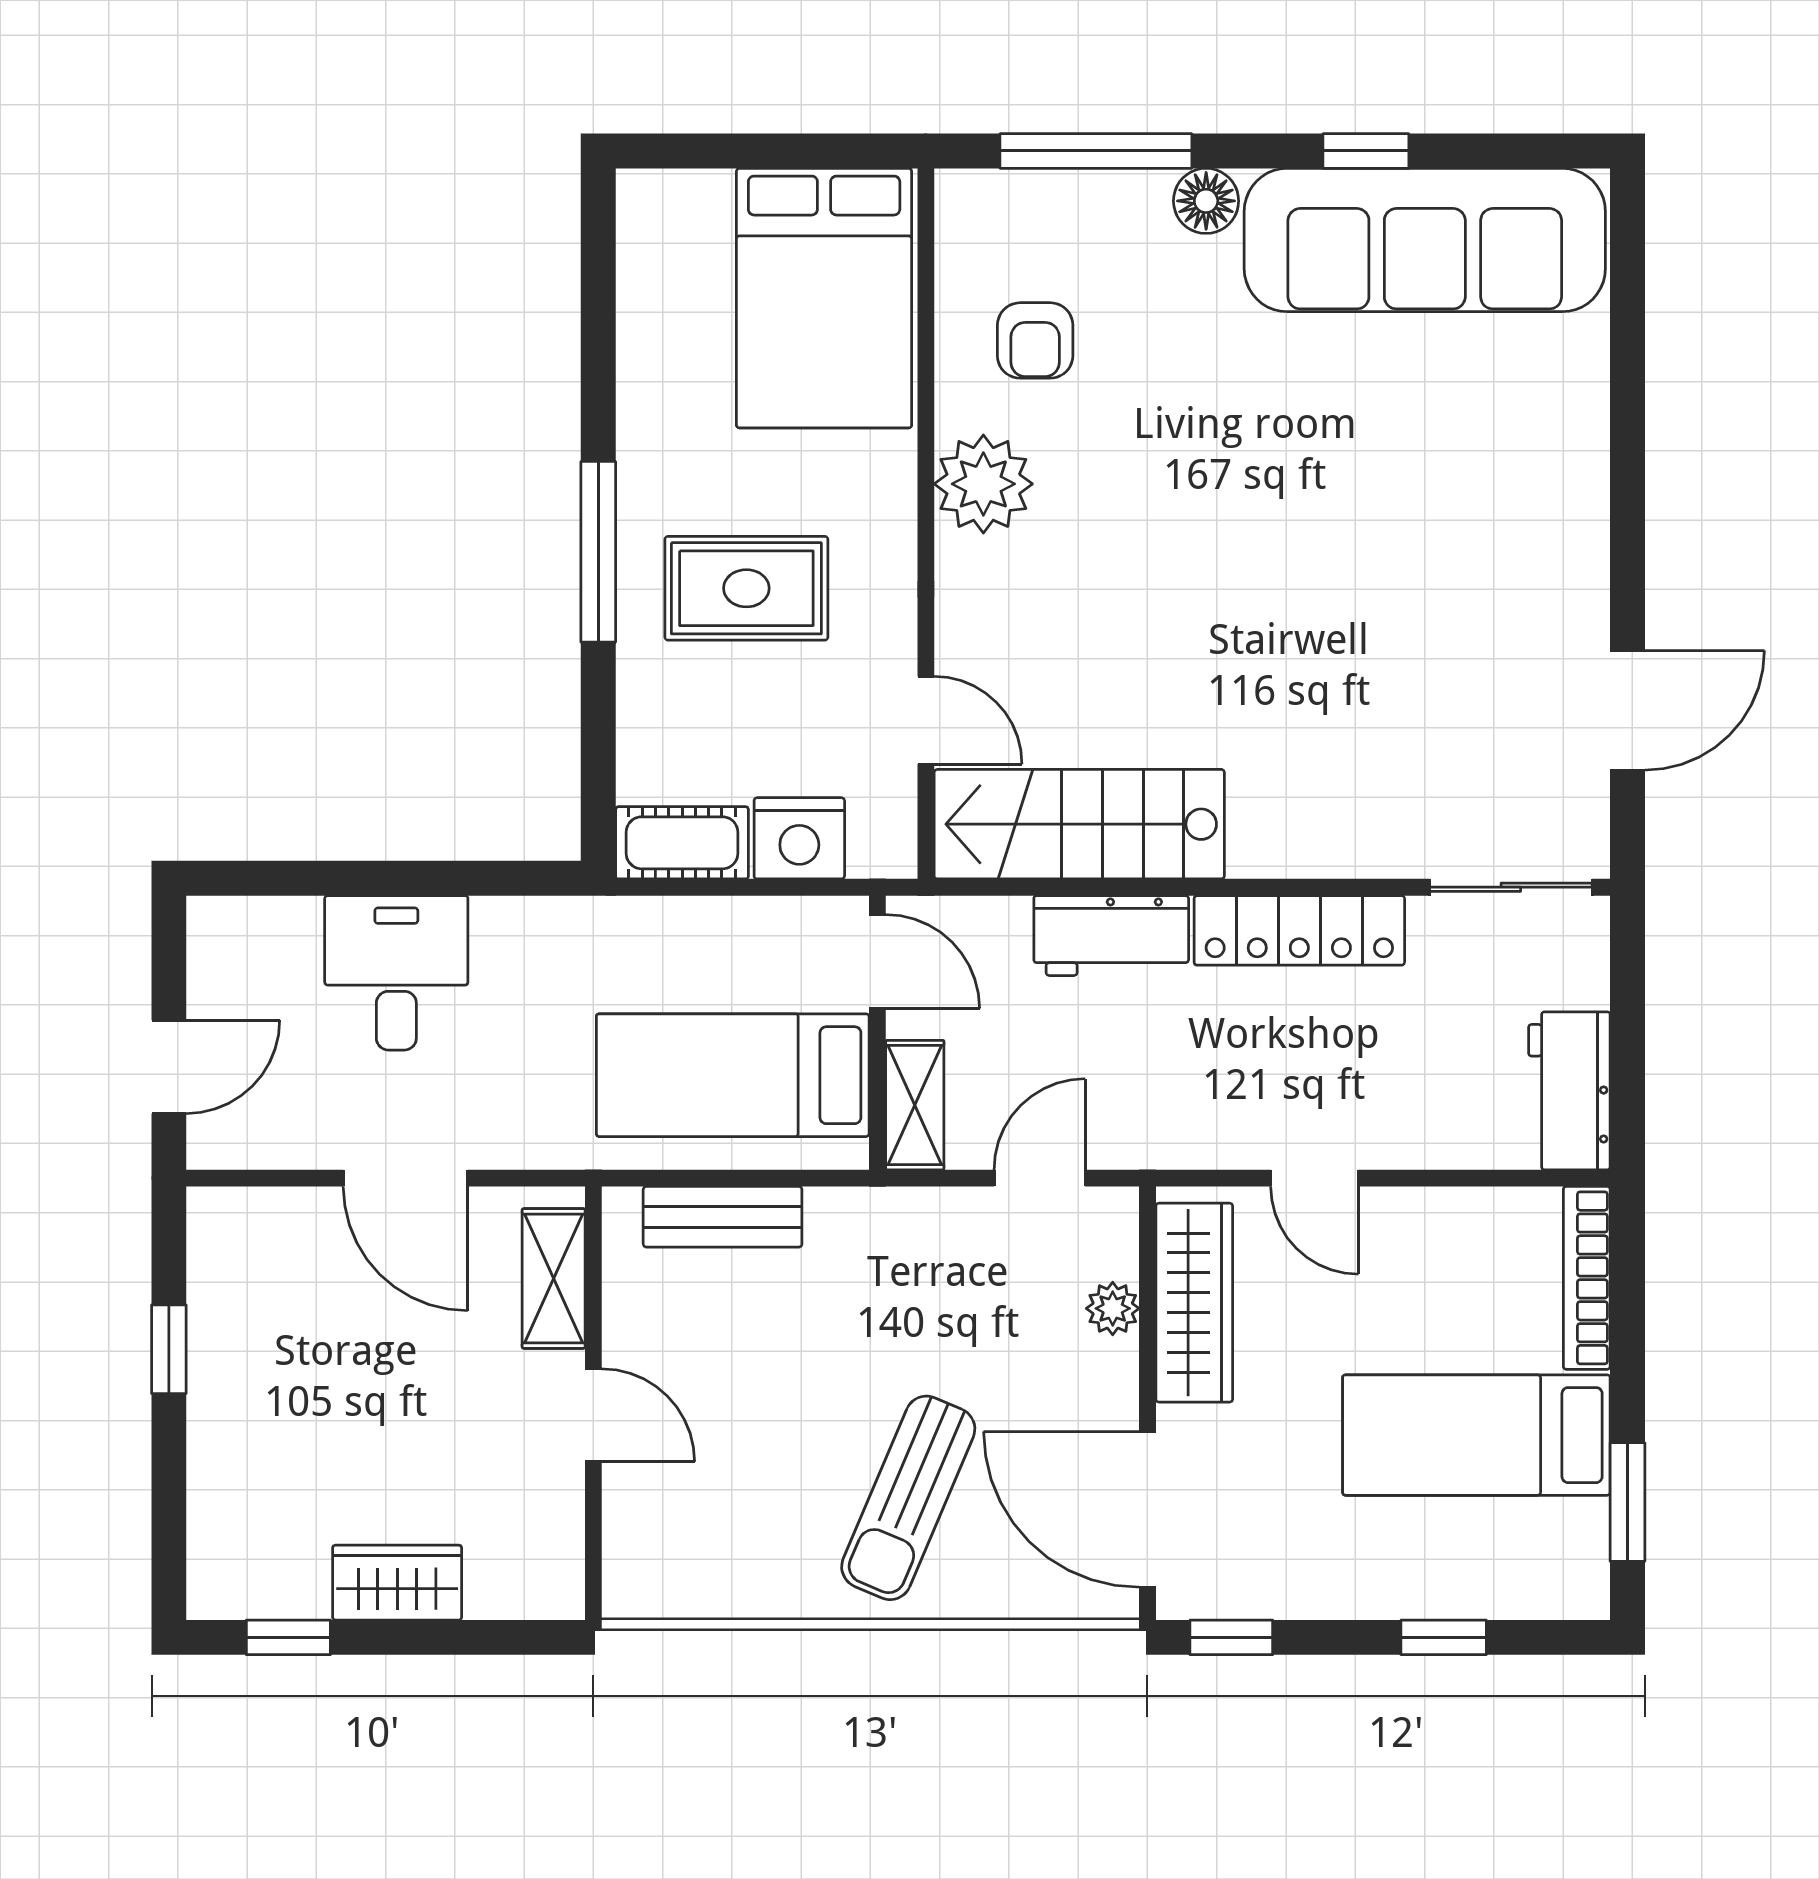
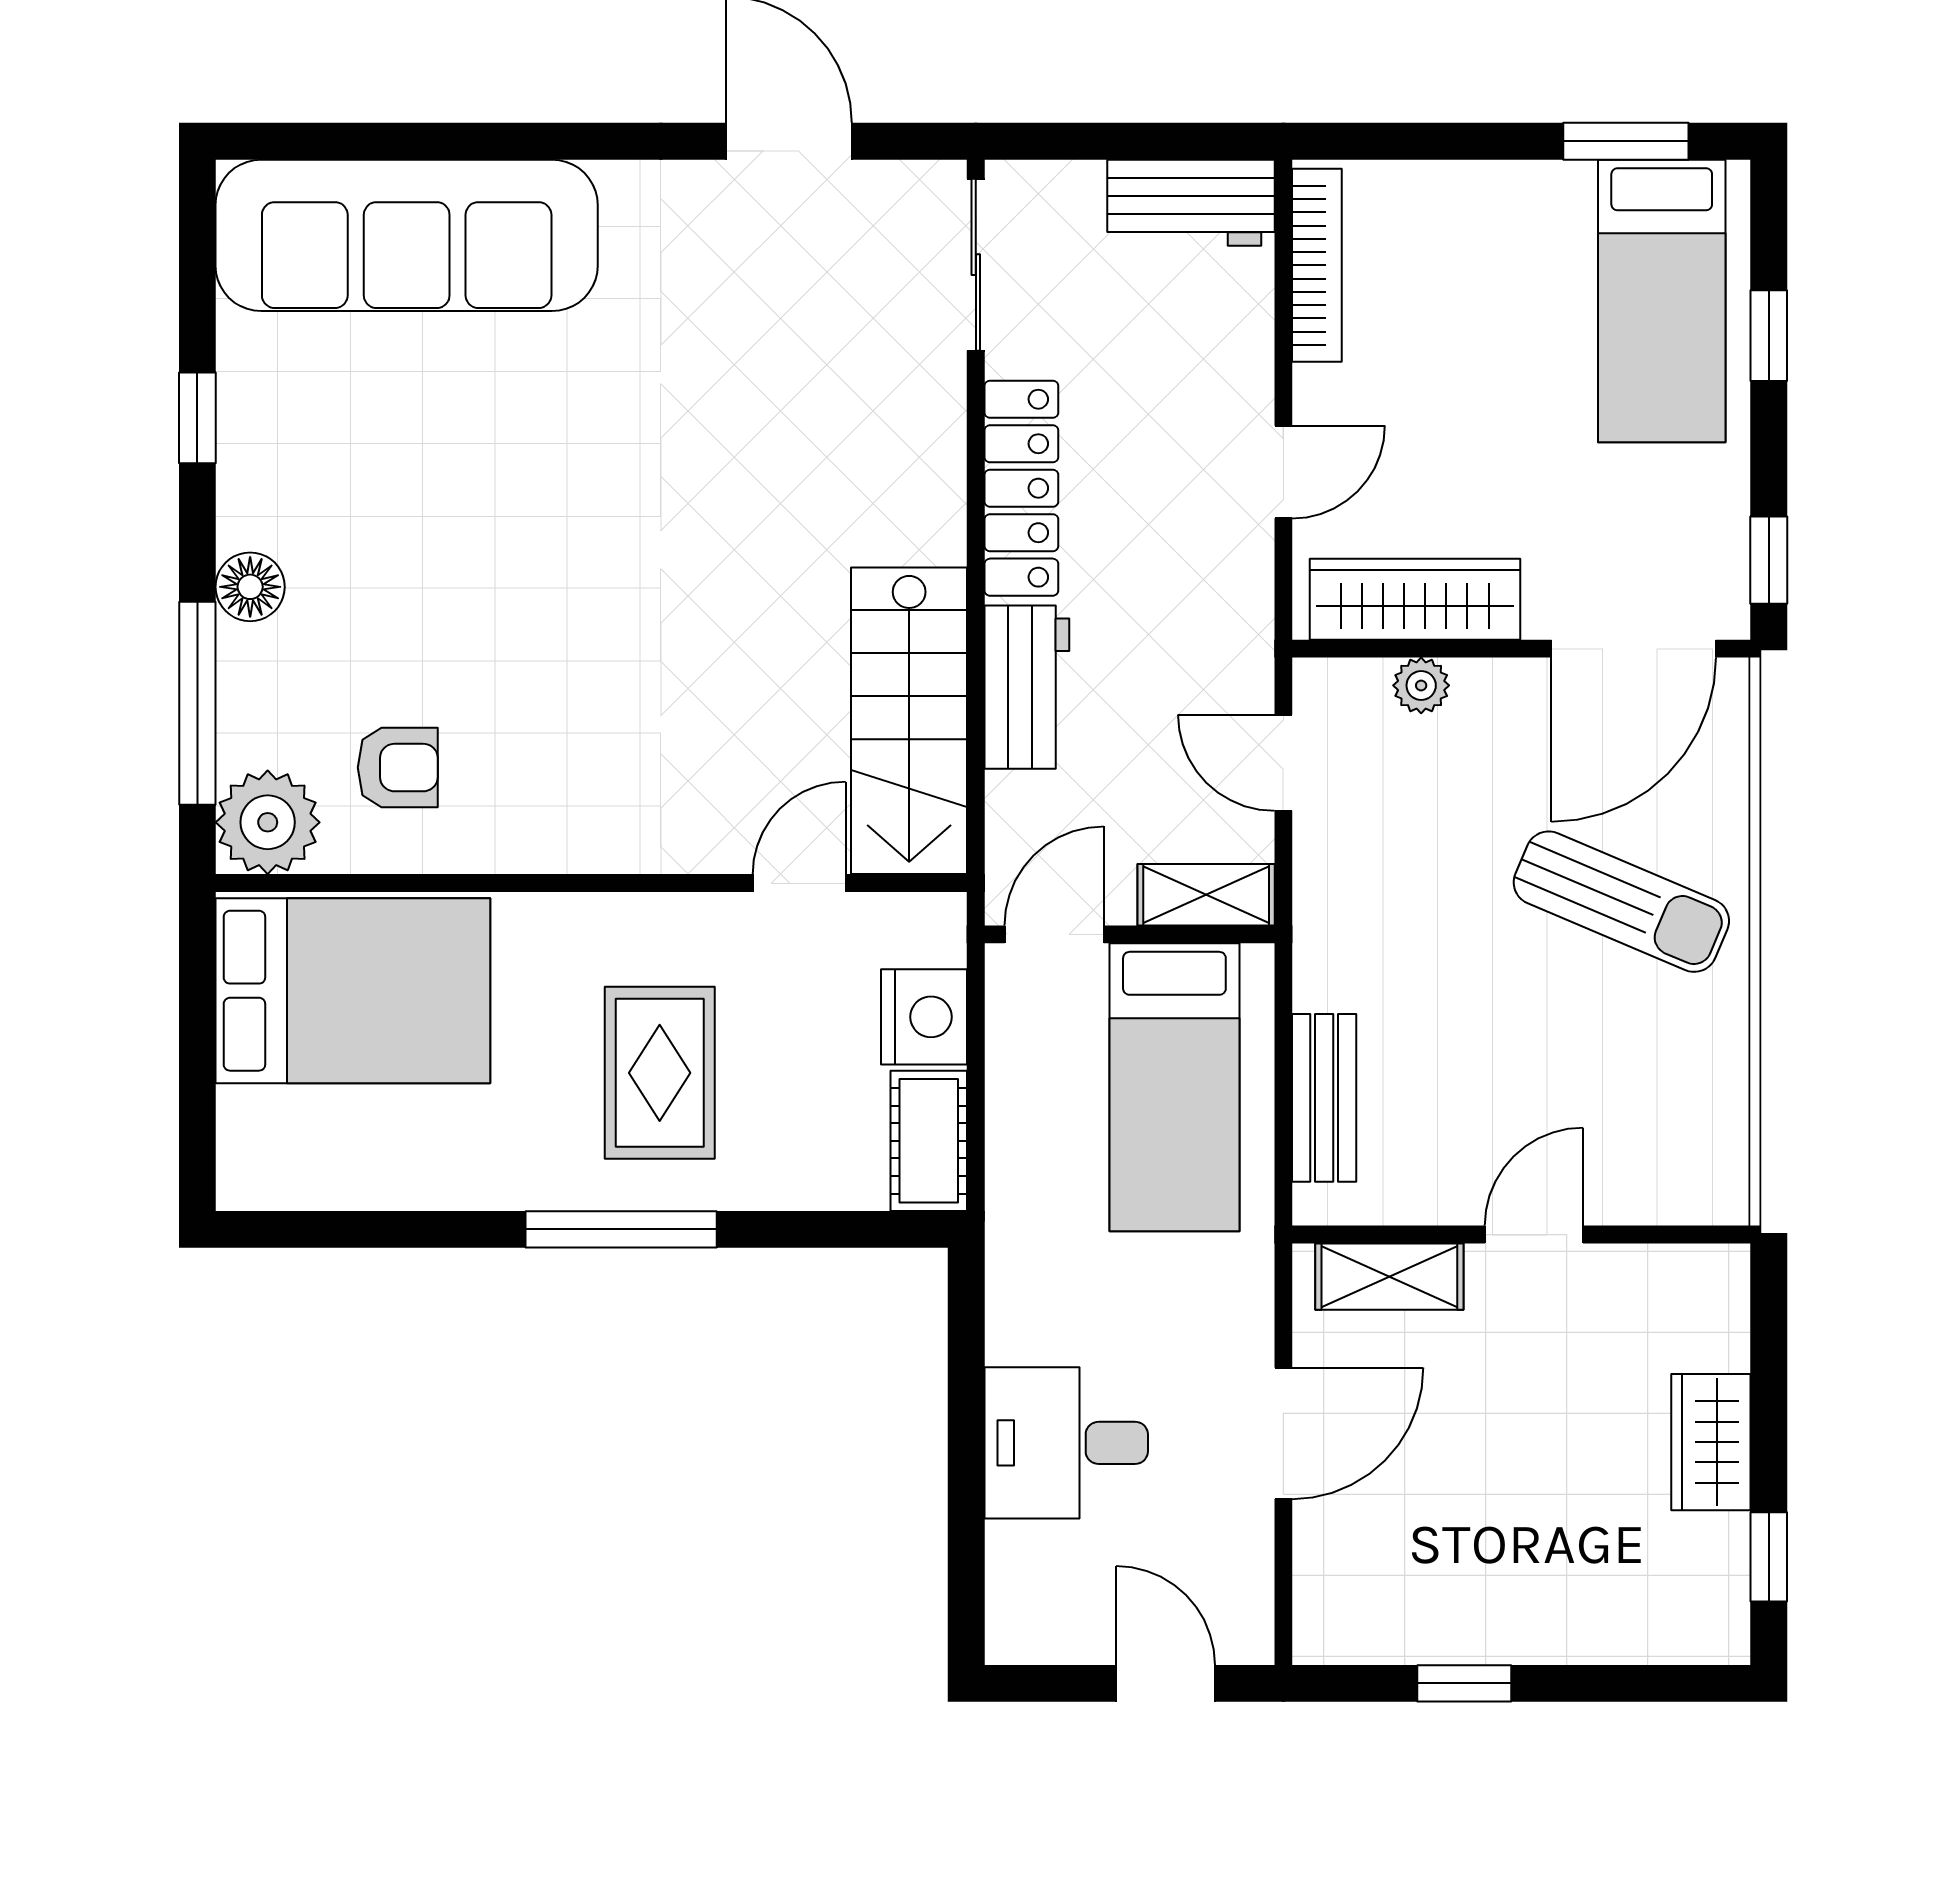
sofa: (1425, 240) -> (407, 235), moved, turned 90
plant: (983, 484) -> (268, 822), moved
bookcase: (1587, 1278) -> (1317, 265), moved, turned -90
bed: (1476, 1435) -> (1662, 301), moved

